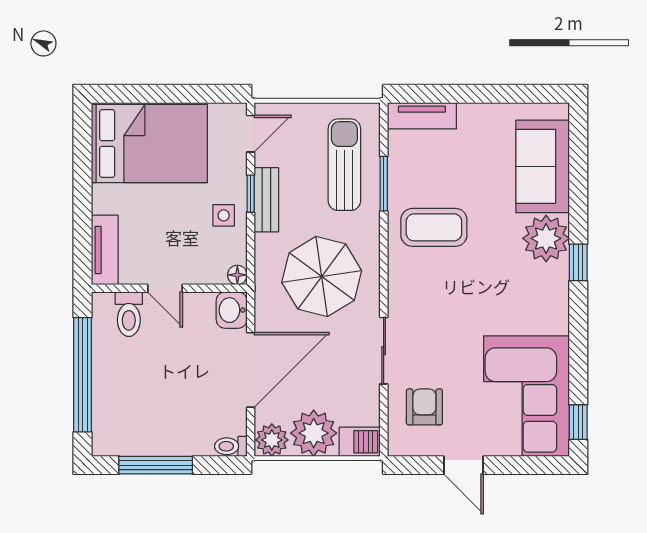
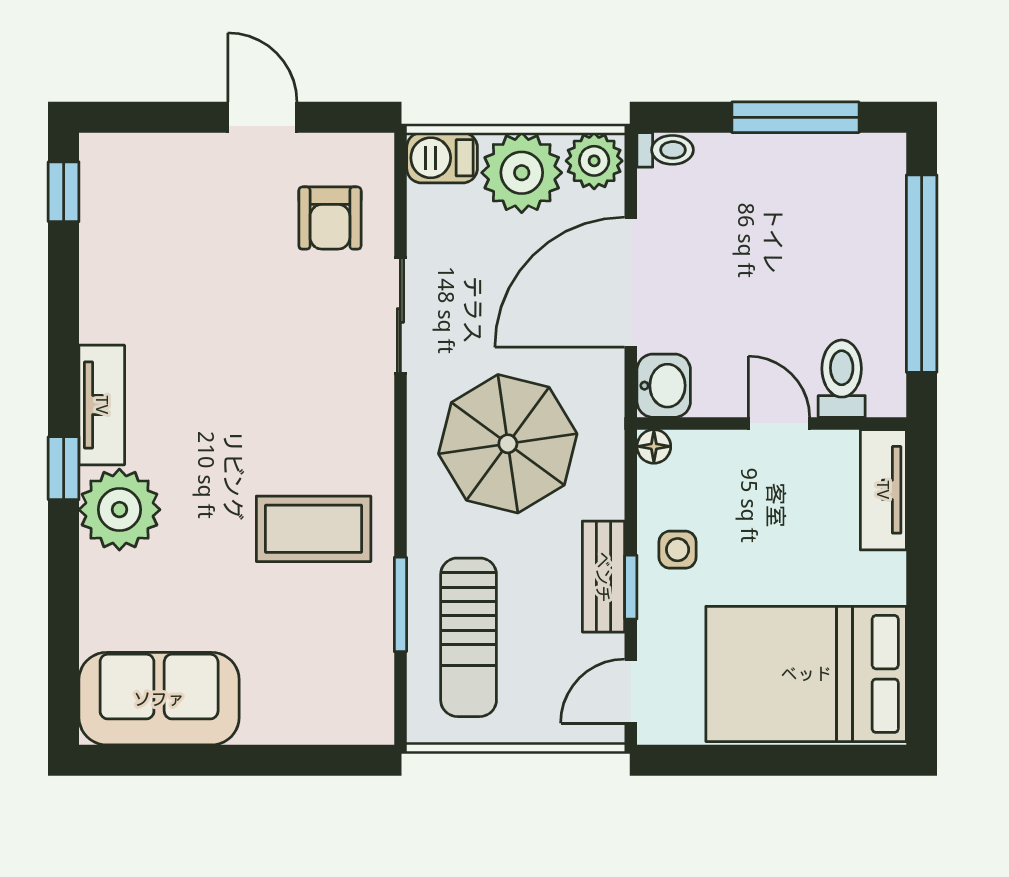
tv unit: (422, 116) -> (102, 405), moved, turned 90
sofa: (543, 166) -> (159, 699), moved, turned -90
corner sofa: (526, 396) -> (153, 237), removed

